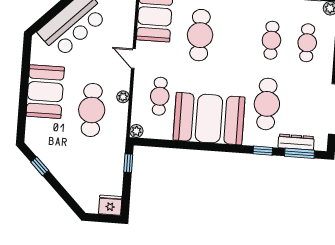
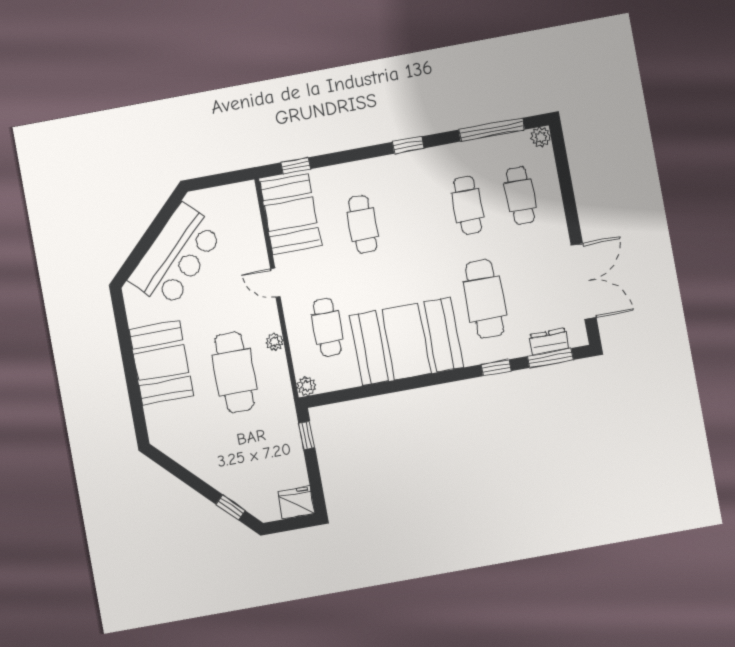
cafe table: (200, 35) -> (363, 224), width x0.73, depth x0.74
dresser: (296, 142) -> (549, 342), width x0.70
window: (40, 166) -> (230, 507), moved

